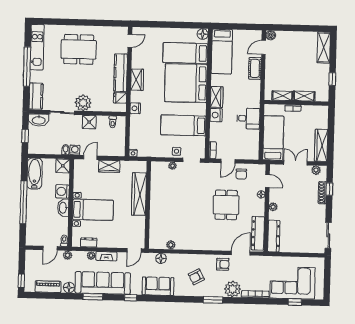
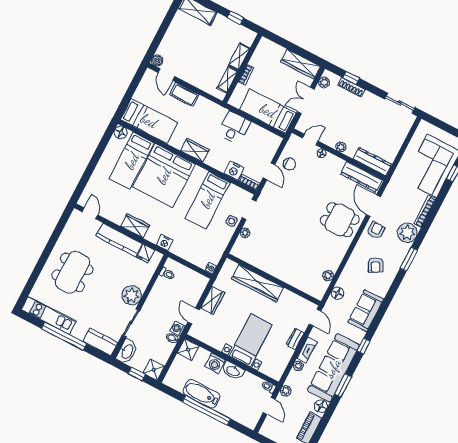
nightstand: (216, 115) -> (234, 171), moved
shower: (89, 122) -> (154, 370), moved
bathtub: (35, 174) -> (201, 394), moved
dining table: (226, 205) -> (340, 220), moved
dresser: (89, 242) -> (295, 339), moved

